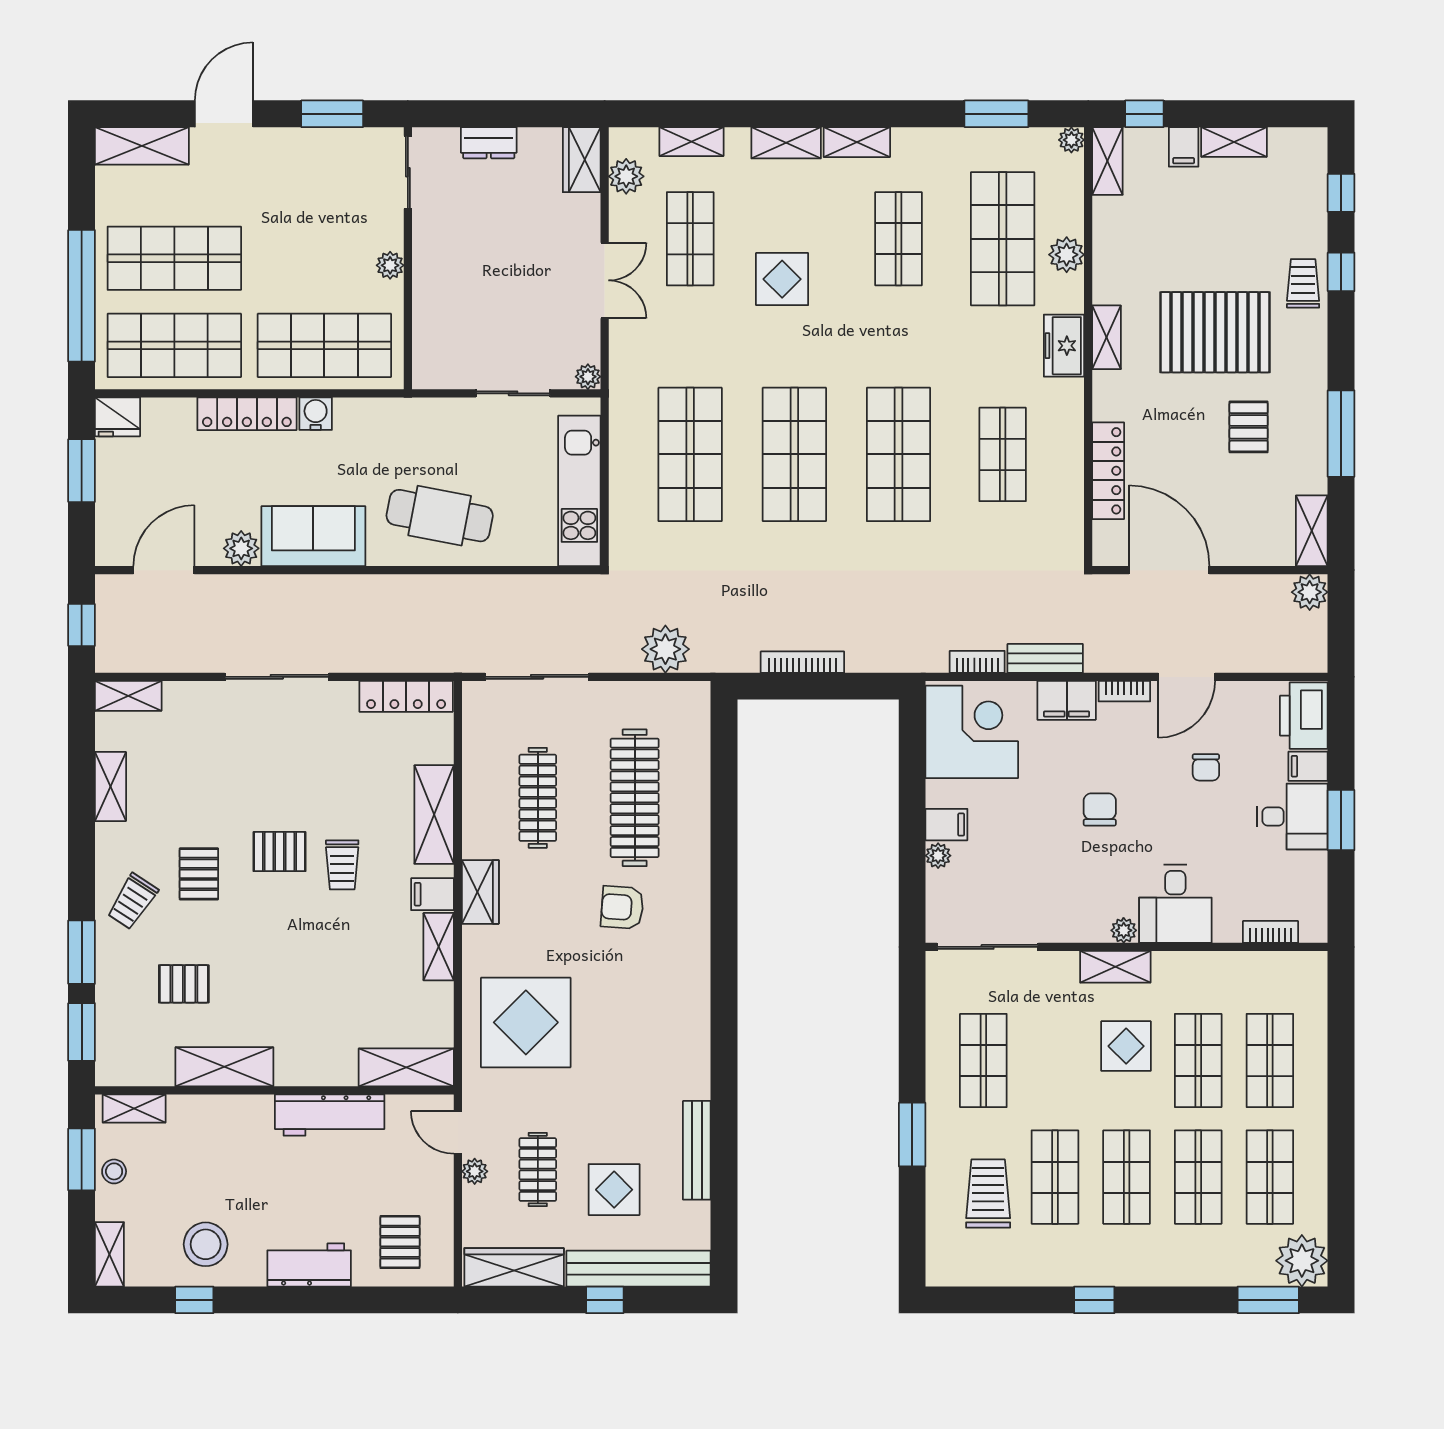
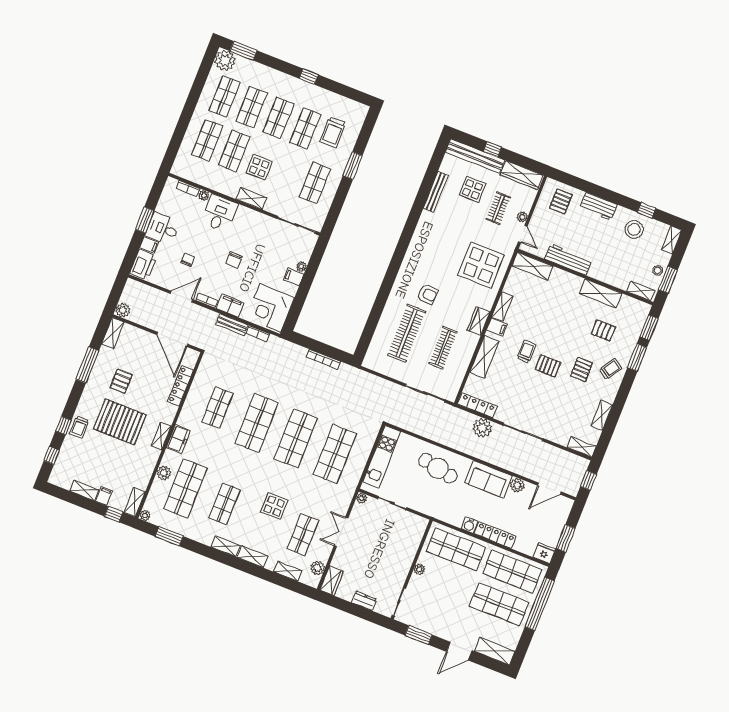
plant: (665, 649) -> (482, 428), moved
plant: (1124, 930) -> (204, 195), moved

